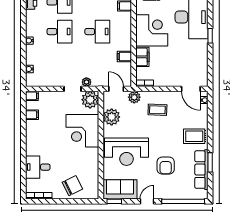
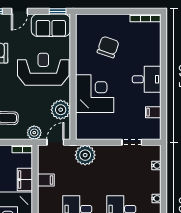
plant: (86, 82) -> (85, 155), width x1.88, depth x1.88
doorway: (73, 89) -> (132, 142), moved
door: (116, 89) -> (55, 142), swing flipped
filing cabinet: (32, 96) -> (153, 134), removed
plant: (90, 100) -> (86, 130), removed
desk: (38, 167) -> (147, 79), moved
chair: (72, 186) -> (108, 47), moved, turned 135

